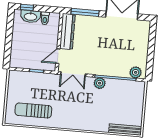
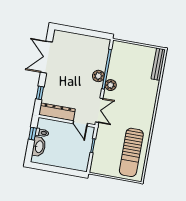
window: (27, 7) -> (33, 134), moved
window: (85, 12) -> (40, 93), width x0.46
plant: (136, 72) -> (98, 76), moved
sun lounger: (33, 110) -> (131, 152), width x1.36, depth x1.34

